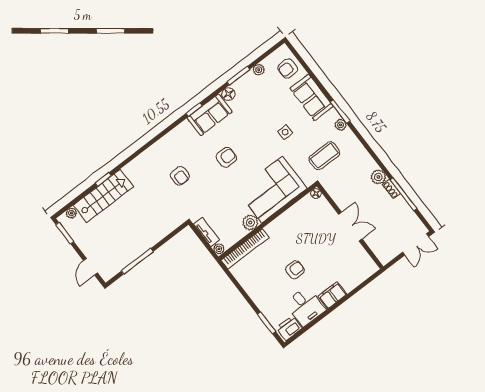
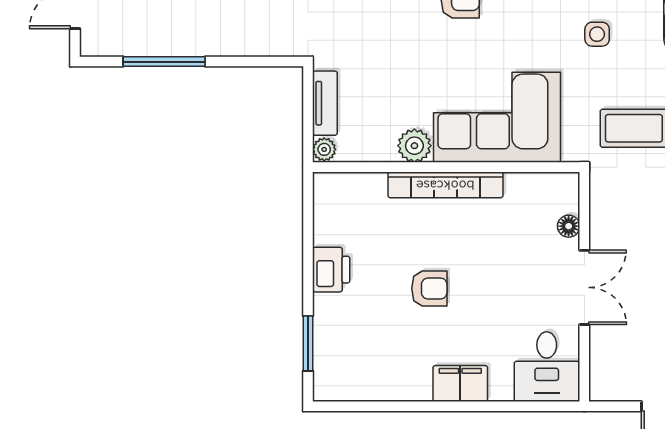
floor lamp: (316, 193) -> (569, 226), moved
bookcase: (245, 249) -> (445, 185), moved
desk: (305, 306) -> (547, 367), moved
printer: (289, 328) -> (331, 270), moved, turned 90

